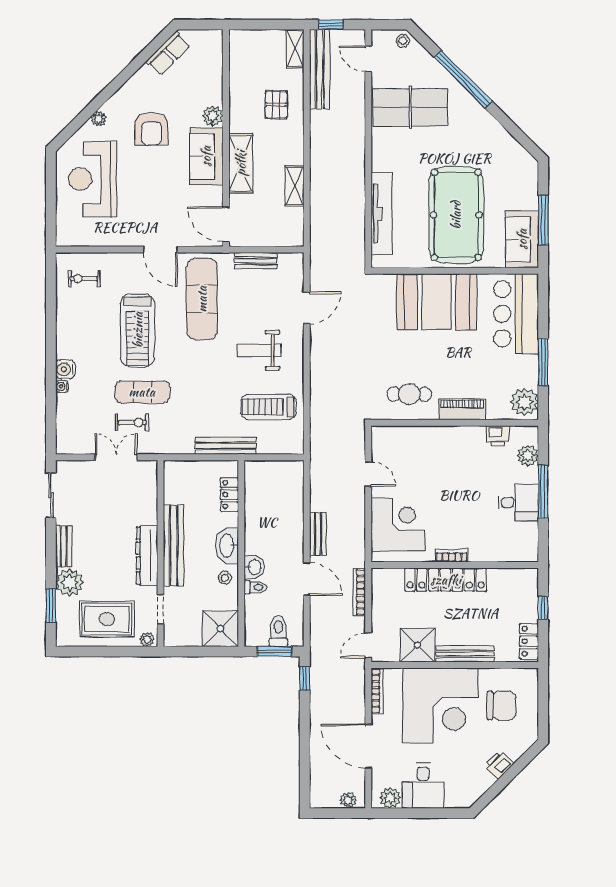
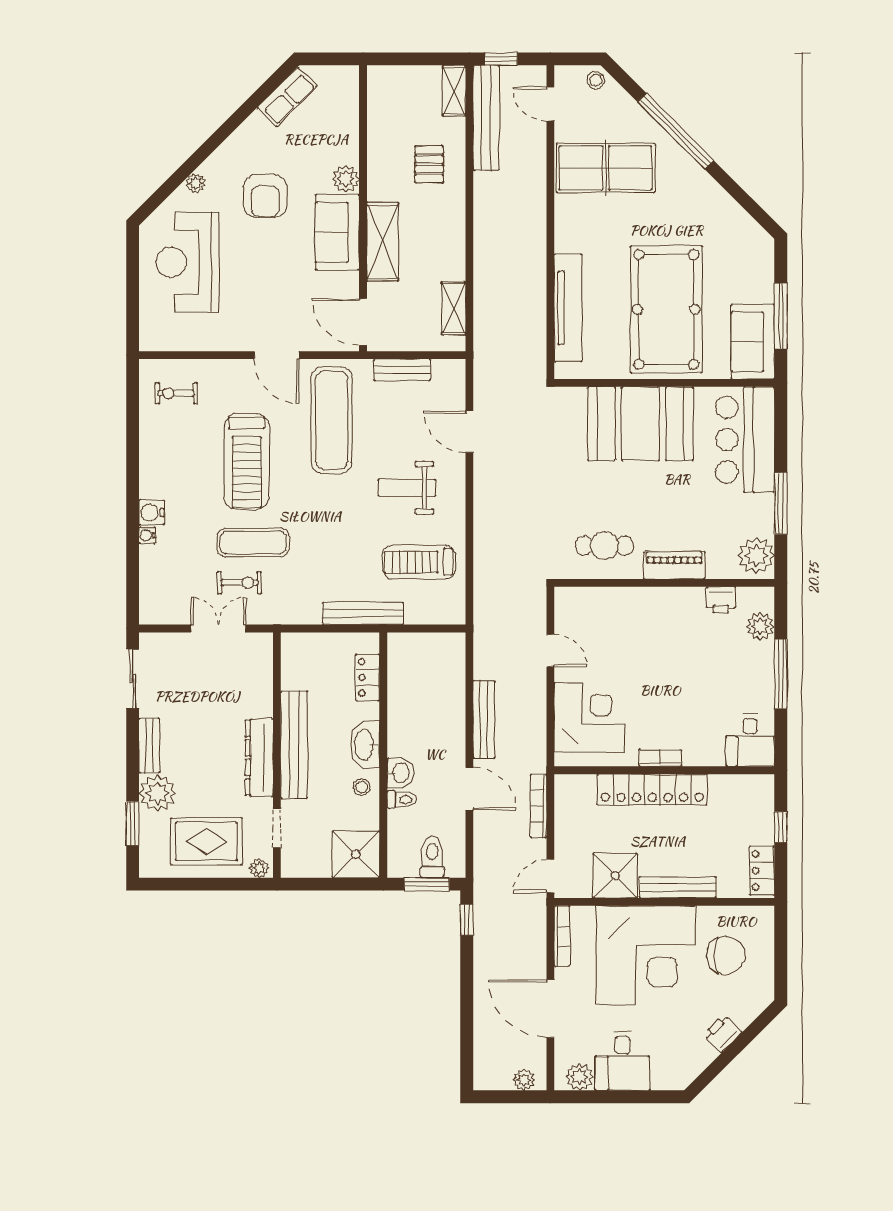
shelving: (295, 186) -> (454, 308), moved
door: (307, 308) -> (469, 432), swing flipped
desk: (518, 502) -> (750, 740), moved, turned 90
bench: (318, 534) -> (484, 719), width x1.36

